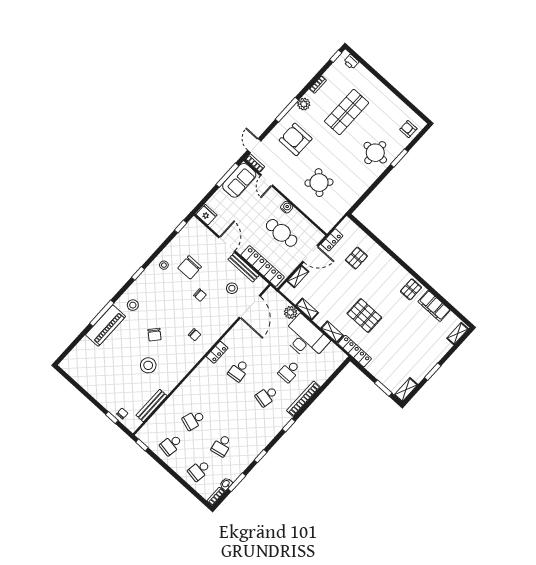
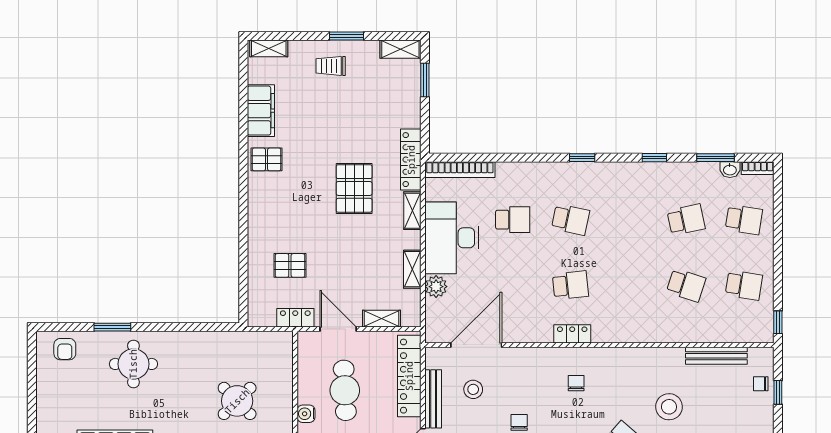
trolley: (426, 353) -> (331, 66), added
bookcase: (303, 399) -> (460, 170), moved

